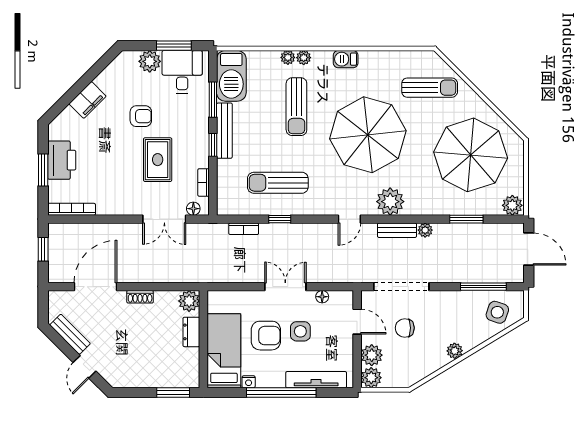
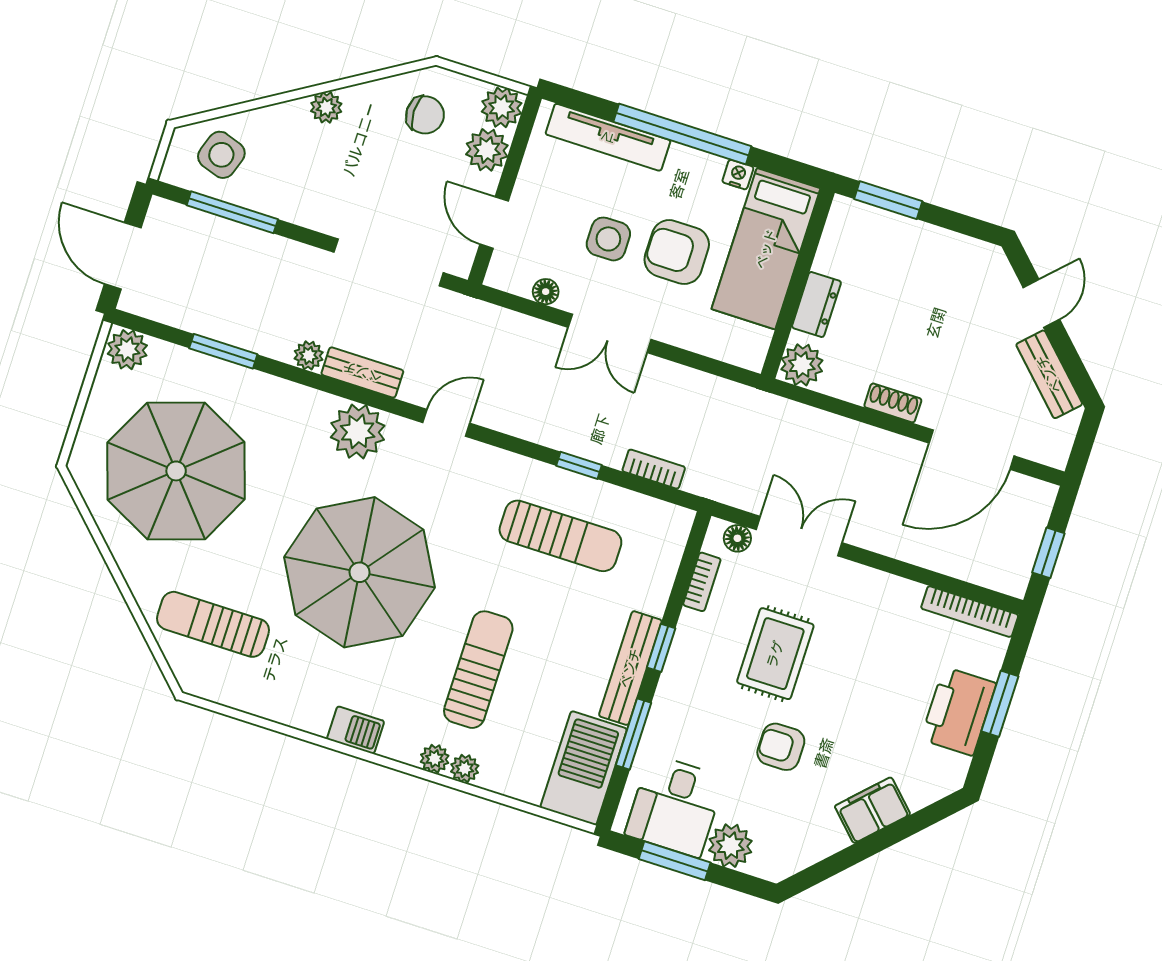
chair: (405, 328) -> (425, 115), moved

